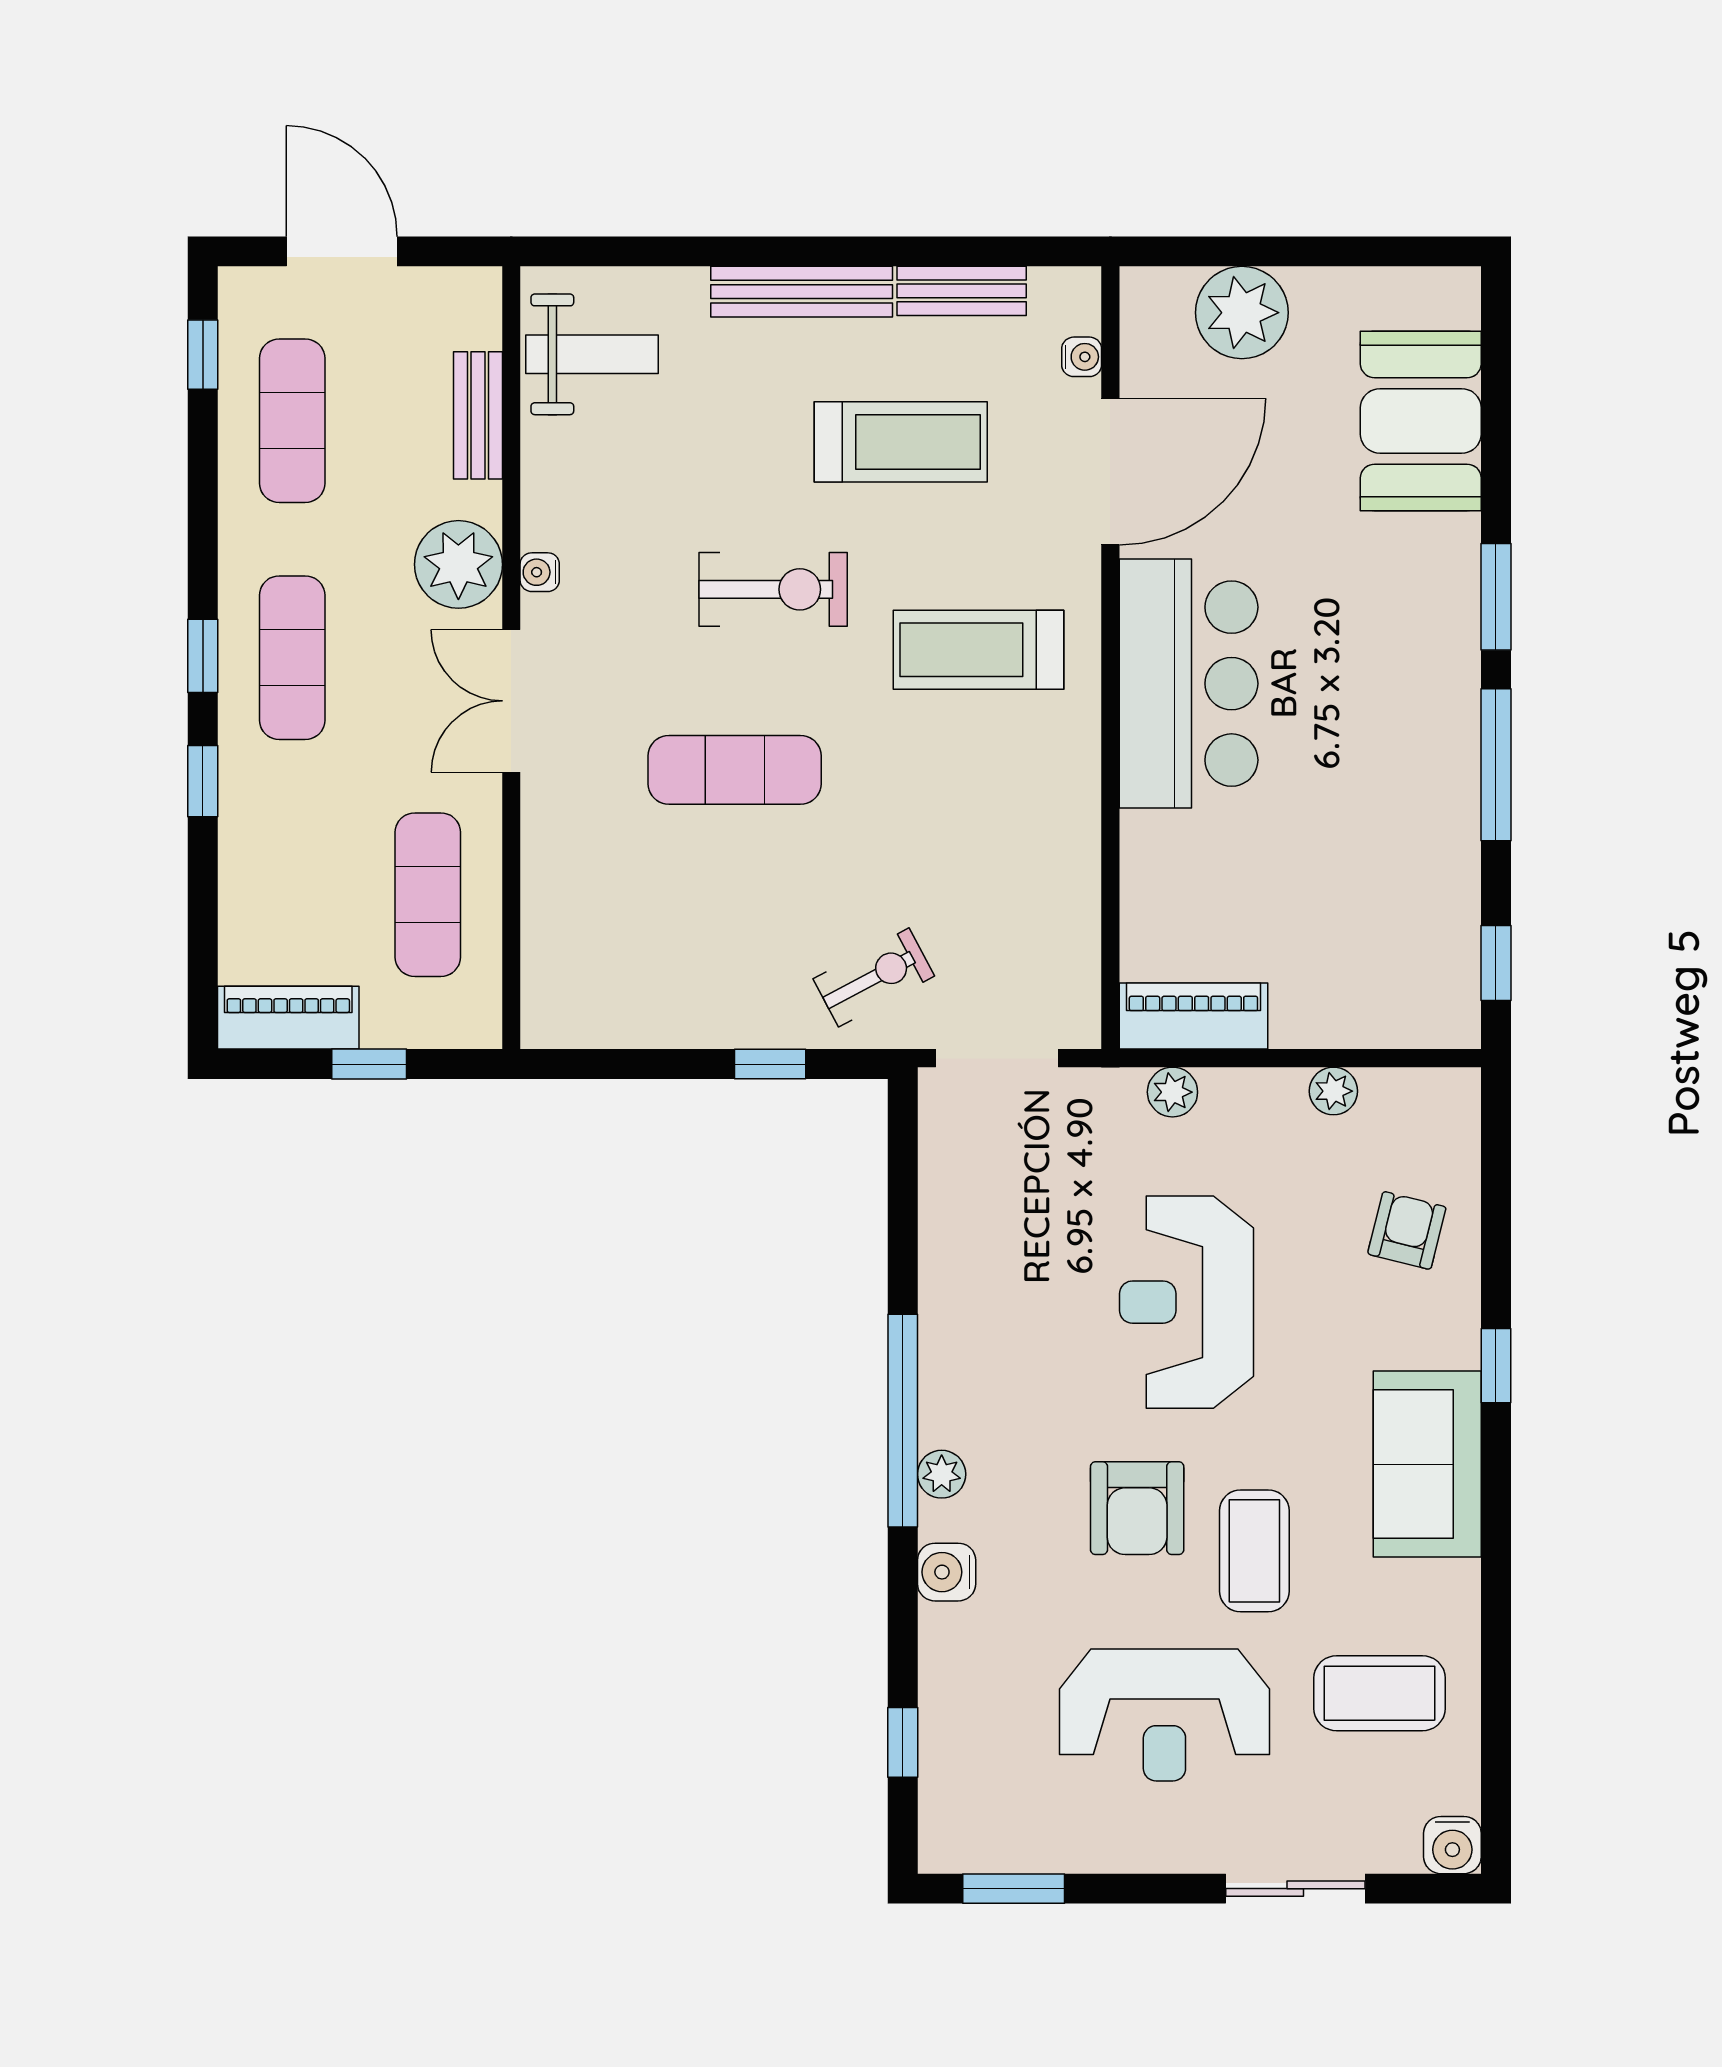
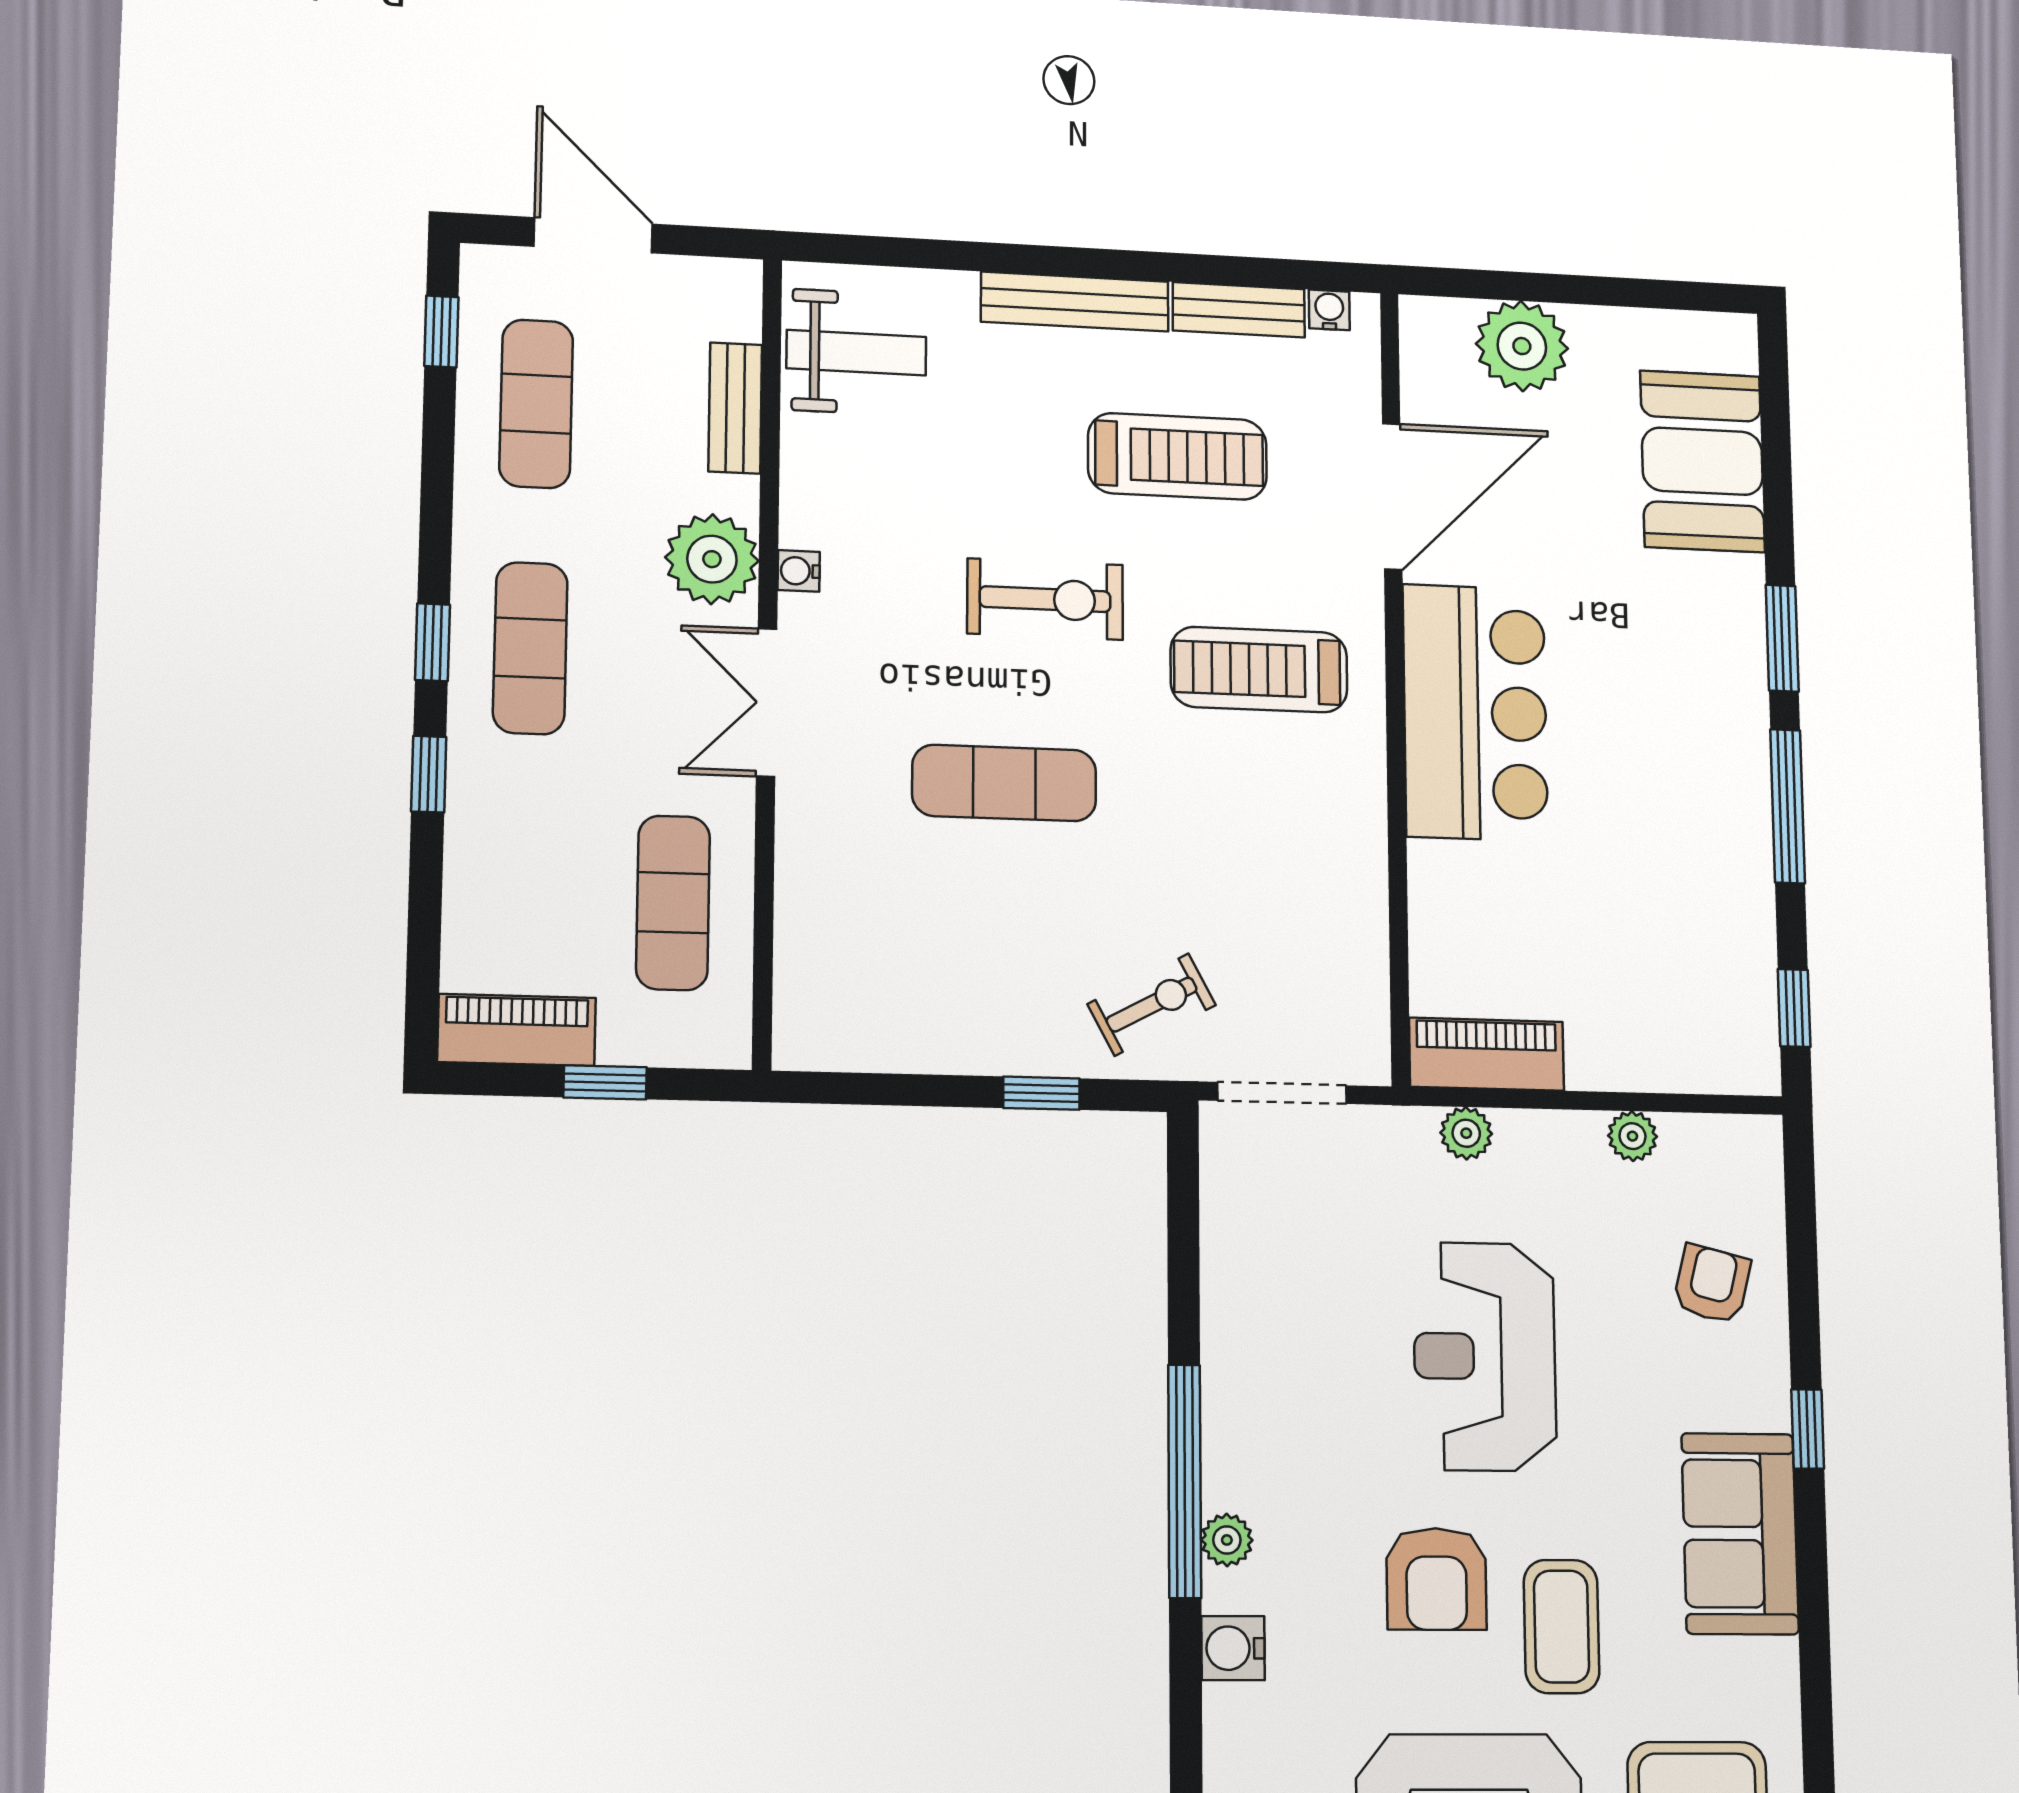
water cooler: (1082, 357) -> (1329, 310), moved, turned -90

